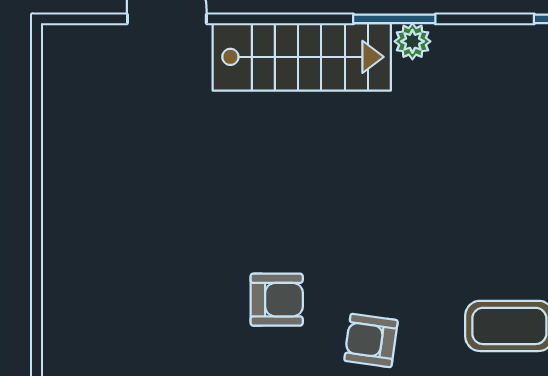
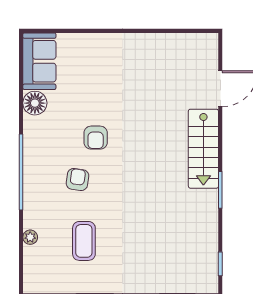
plant: (412, 41) -> (210, 198), removed

